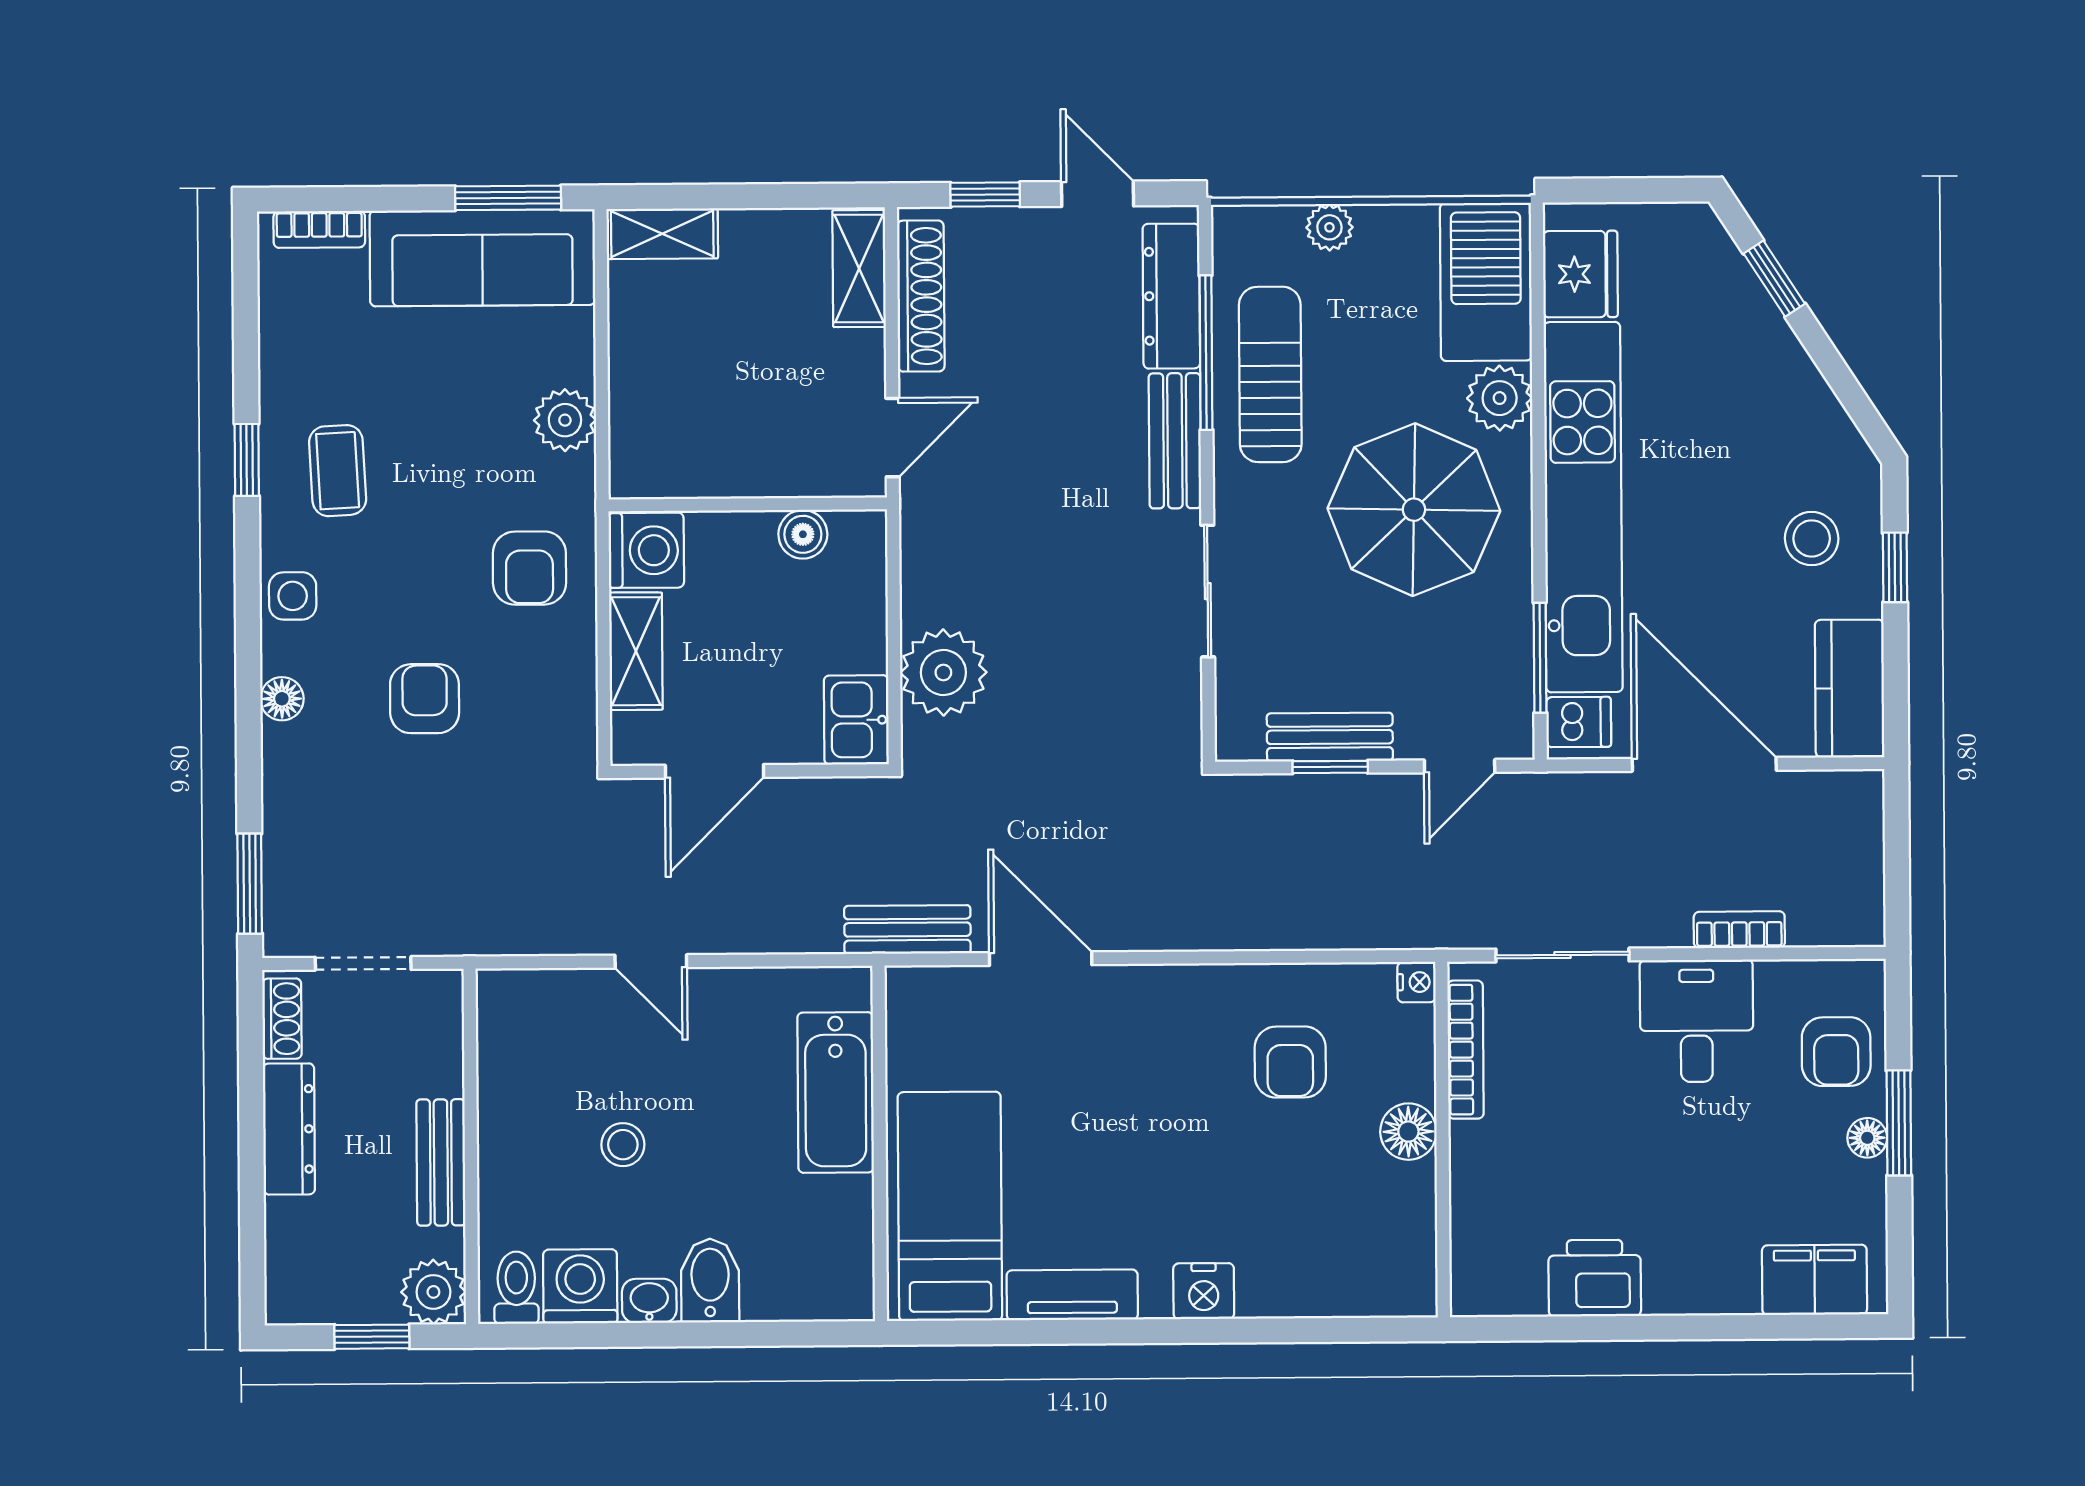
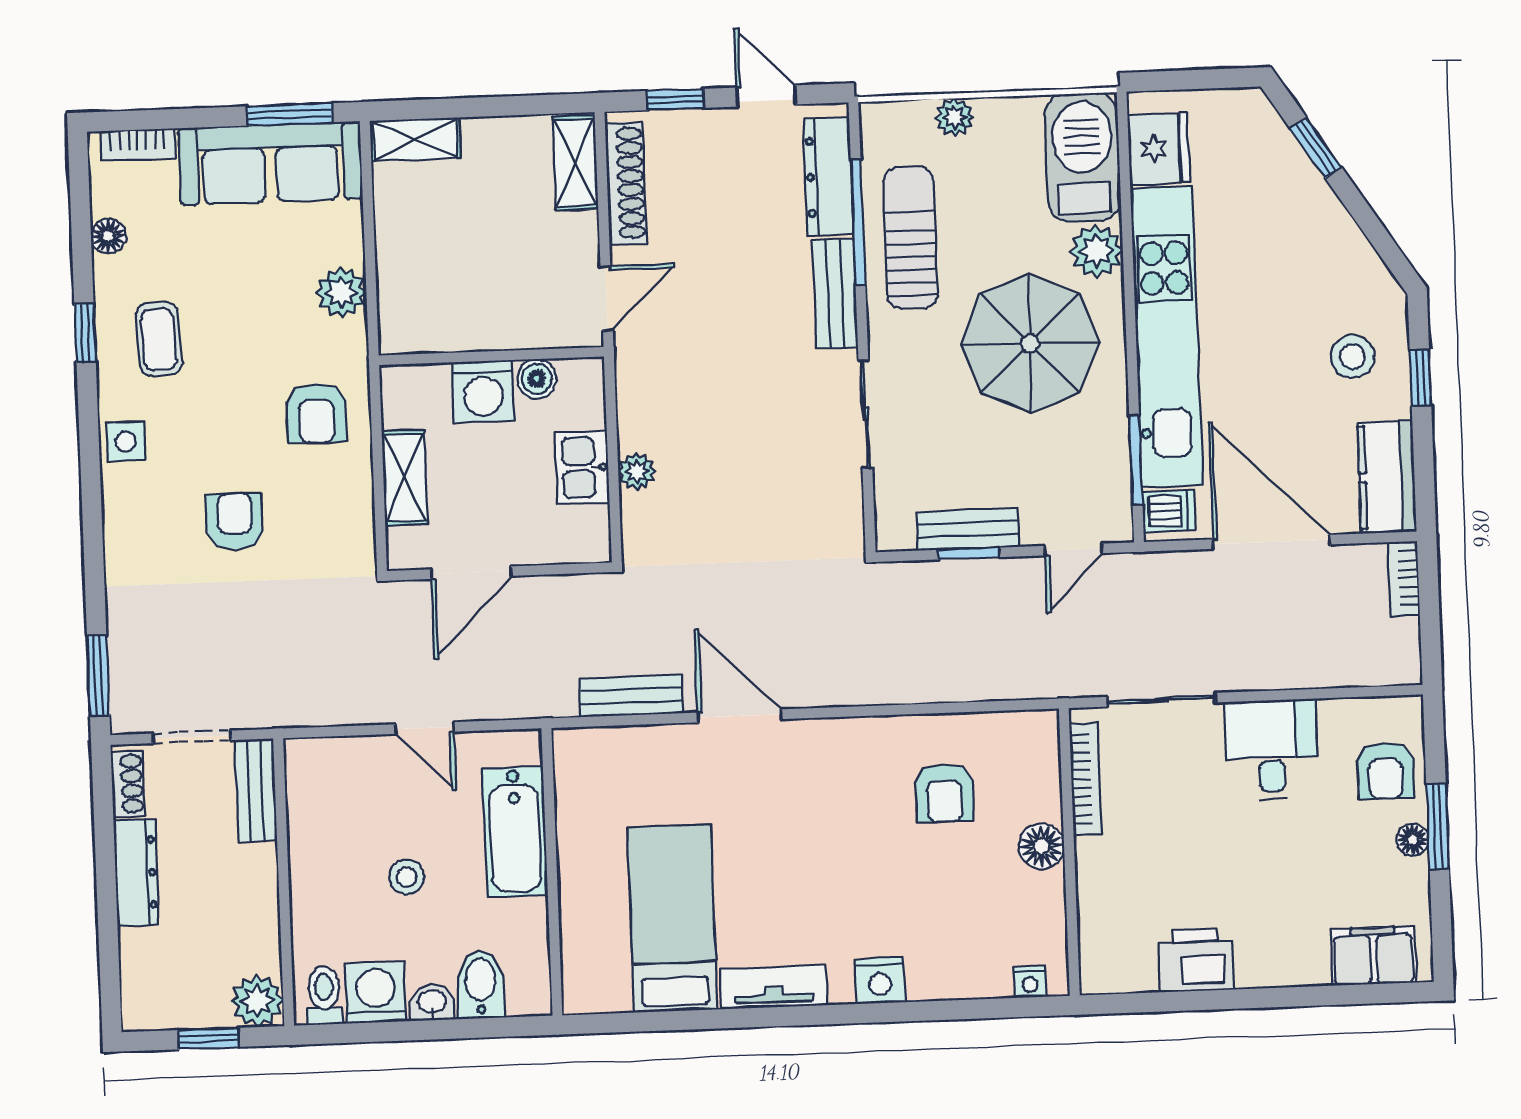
washing machine: (646, 550) -> (483, 391), moved, turned 90
plant: (943, 672) -> (637, 471), width x0.53, depth x0.53
floor lamp: (282, 699) -> (108, 236), moved
kitchen sink: (856, 720) -> (582, 468), moved
bookcase: (1739, 930) -> (1404, 578), moved, turned -90
nightstand: (1417, 982) -> (1030, 982), moved, turned 90
bathtub: (836, 1092) -> (515, 832), moved
wall: (880, 1143) -> (552, 872), moved
bench: (441, 1162) -> (256, 790), moved

